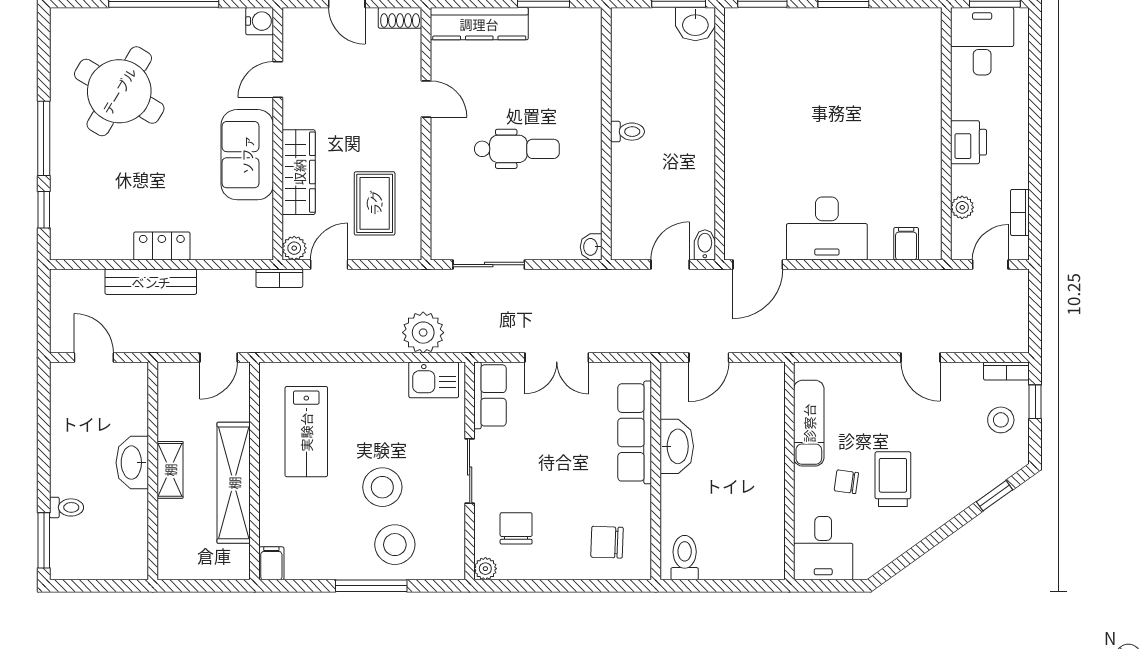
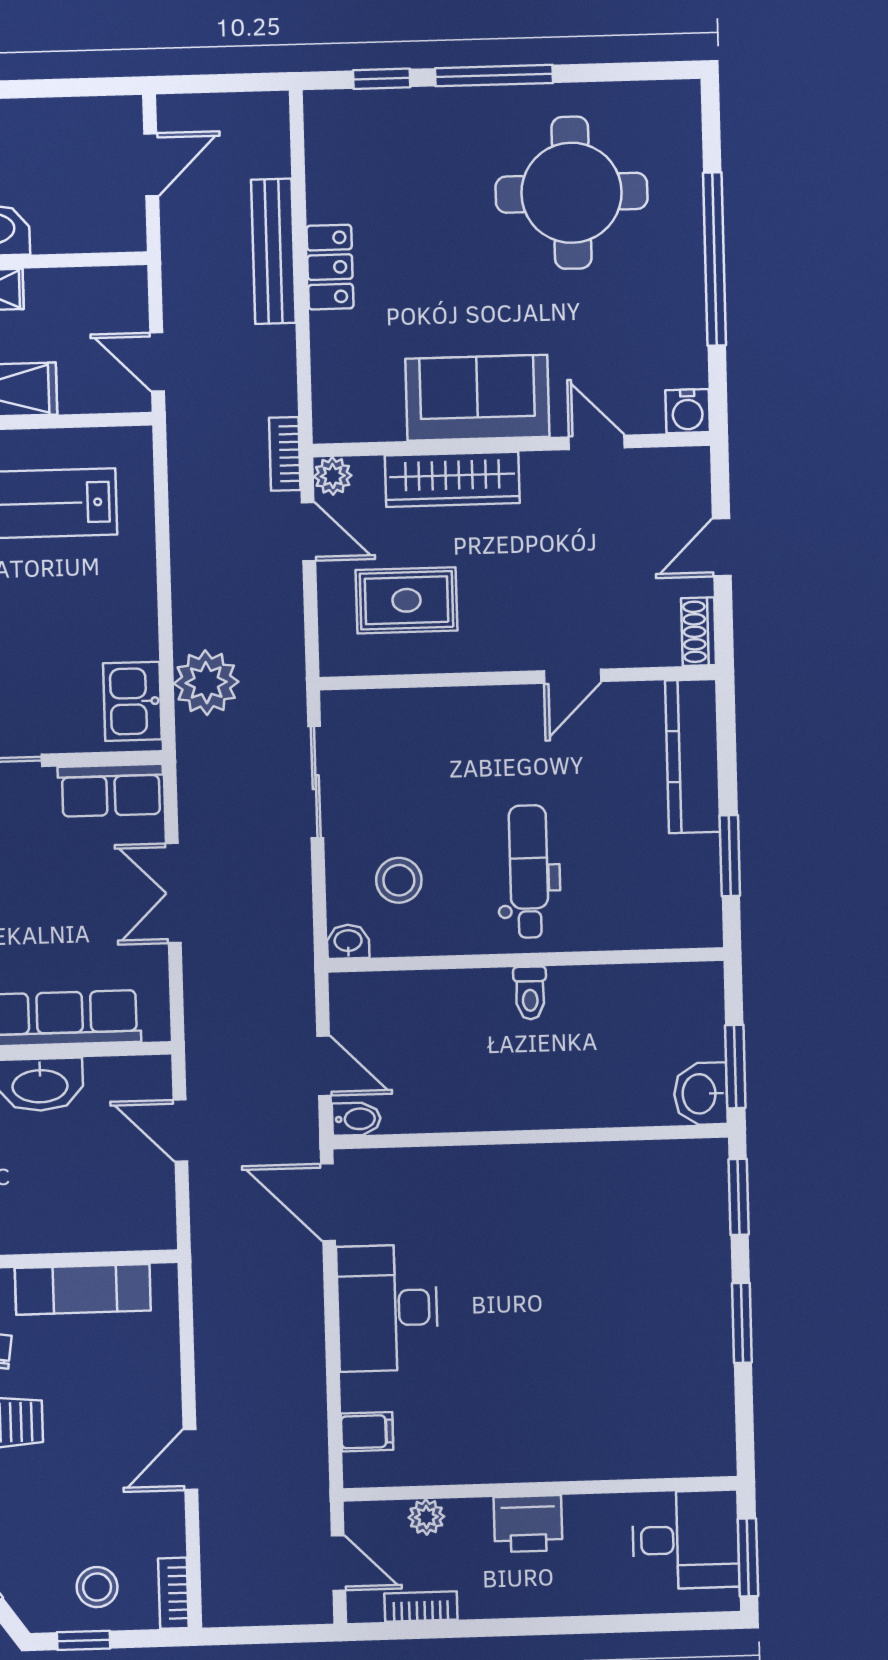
round table: (119, 91) -> (571, 193), turned -31
dental chair: (517, 149) -> (529, 871), moved, turned 180
stool: (553, 213) -> (399, 880), added
window: (1035, 402) -> (84, 1640), moved

